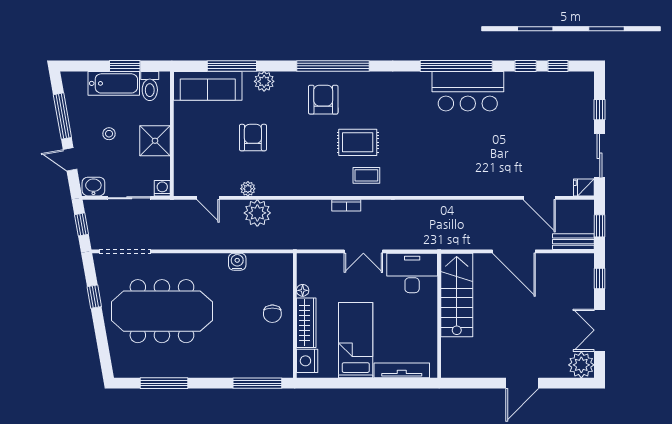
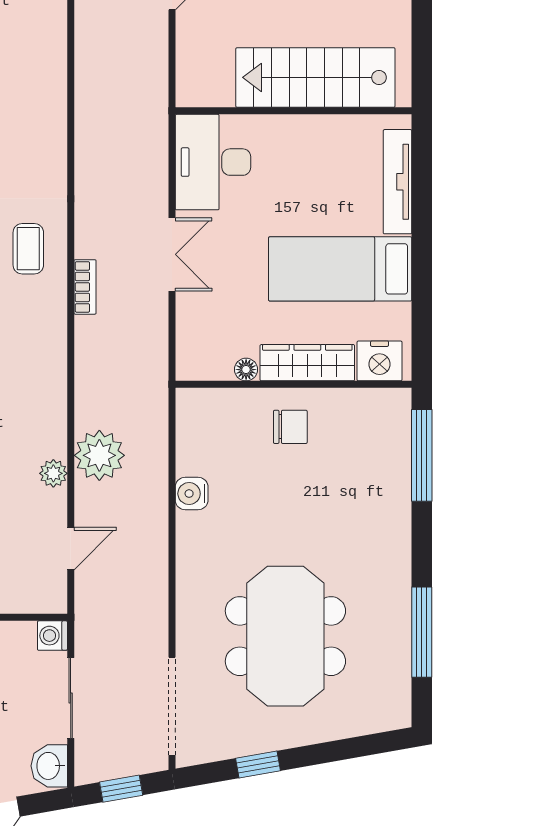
stairs: (457, 295) -> (315, 77), moved
meeting table: (162, 311) -> (285, 636), width x0.73

